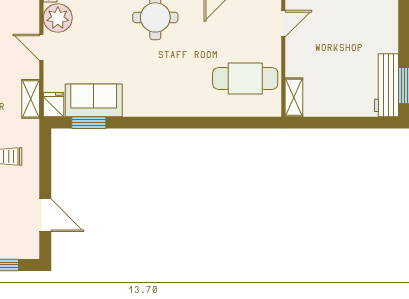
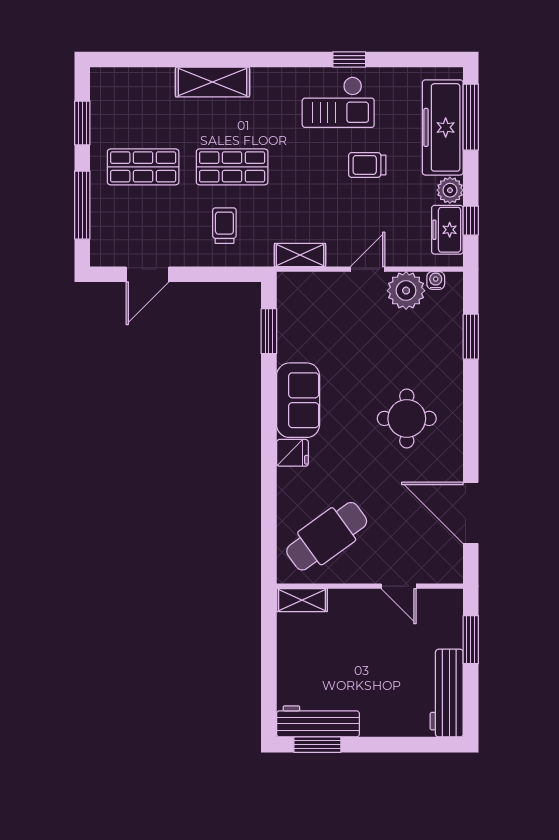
cafe table: (245, 79) -> (327, 536), turned 54
sofa: (94, 100) -> (298, 400), moved
fridge: (54, 105) -> (292, 453), moved

